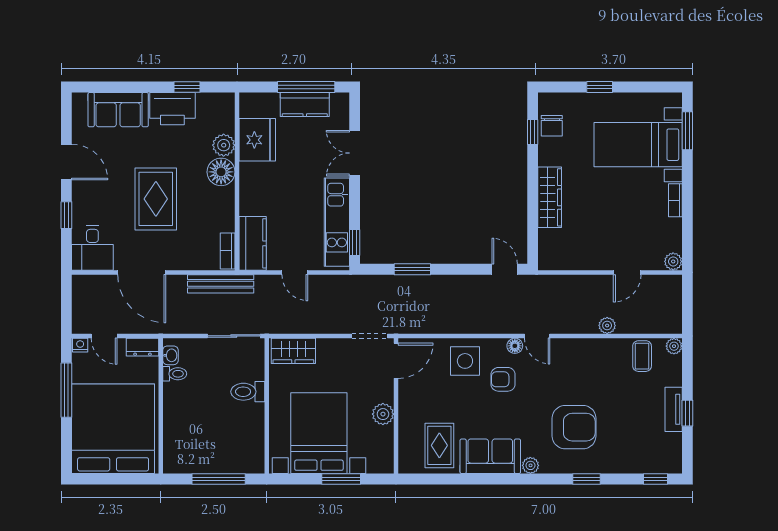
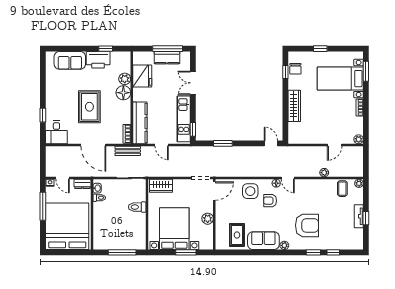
door: (66, 162) -> (43, 88), removed
kitchen counter: (253, 243) -> (140, 123), width x1.50
door: (142, 272) -> (93, 145), moved
bench: (221, 284) -> (128, 151), width x0.73
window: (655, 479) -> (333, 252), moved

